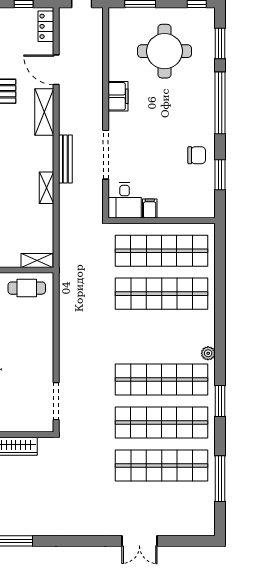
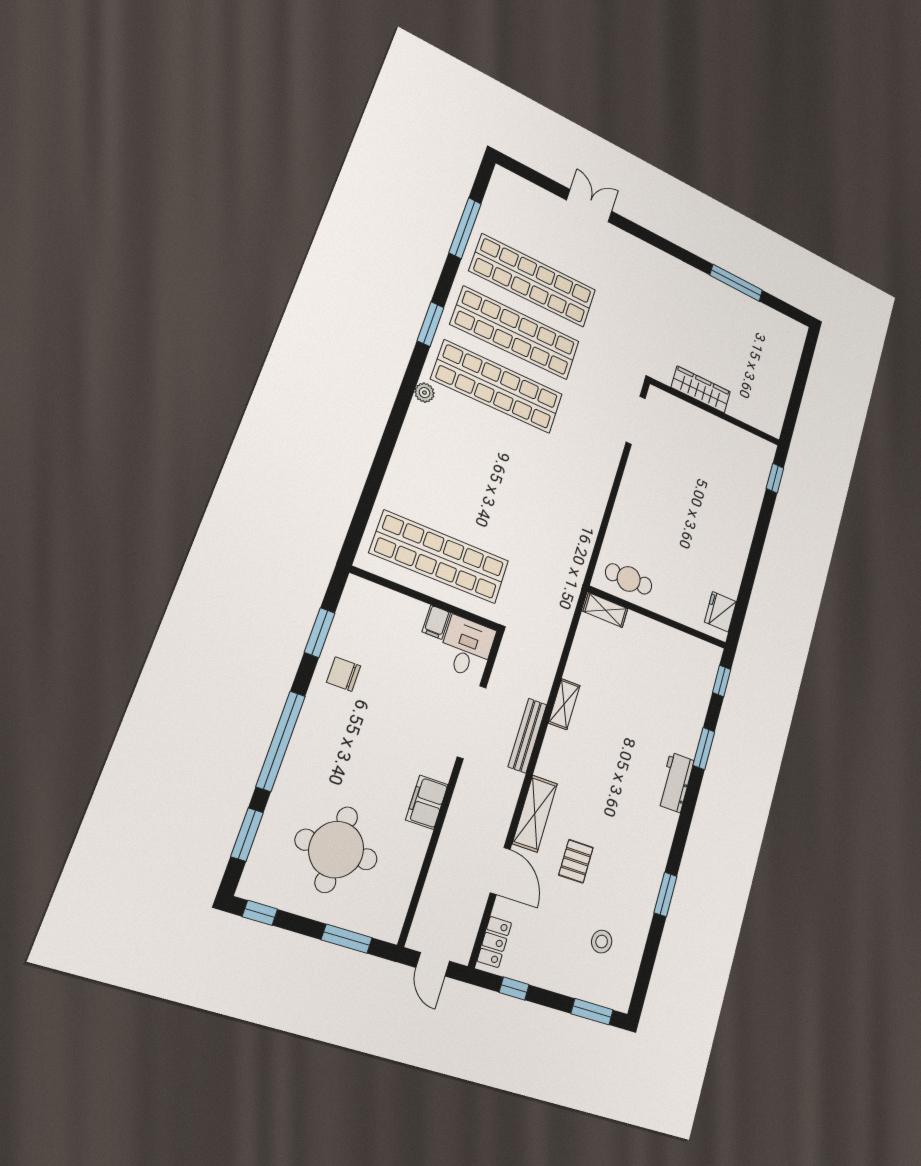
shop shelf: (162, 294) -> (460, 499), removed

